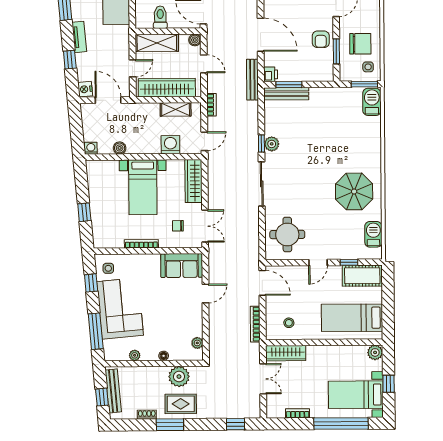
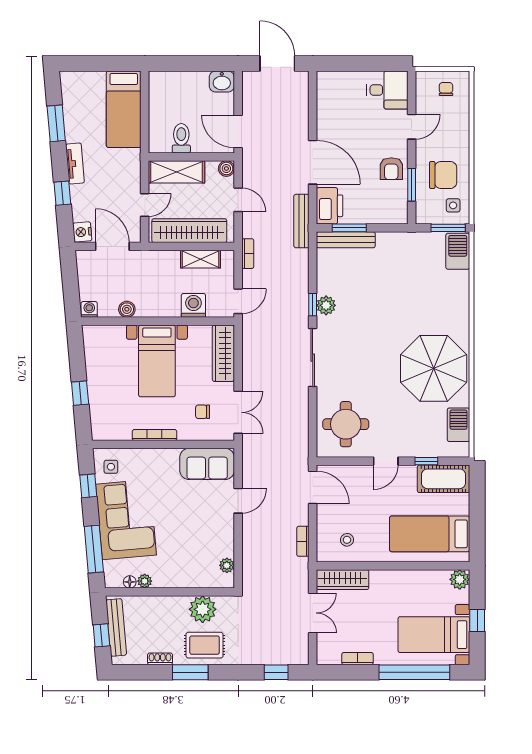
printer: (271, 74) -> (330, 206), width x1.87, depth x1.48
parasol: (354, 191) -> (434, 368), width x1.36, depth x1.36
bookcase: (255, 324) -> (303, 541), width x0.64
floor lamp: (164, 356) -> (130, 582), moved

